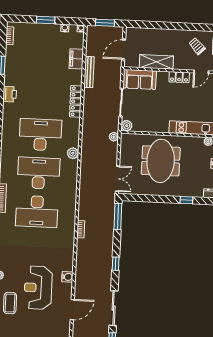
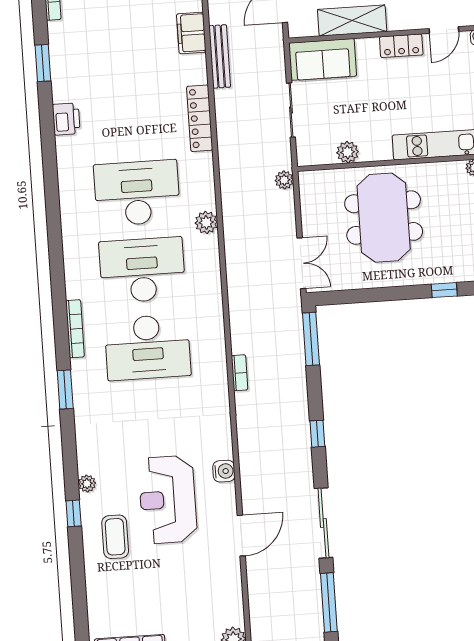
plant: (127, 126) -> (348, 152), moved

